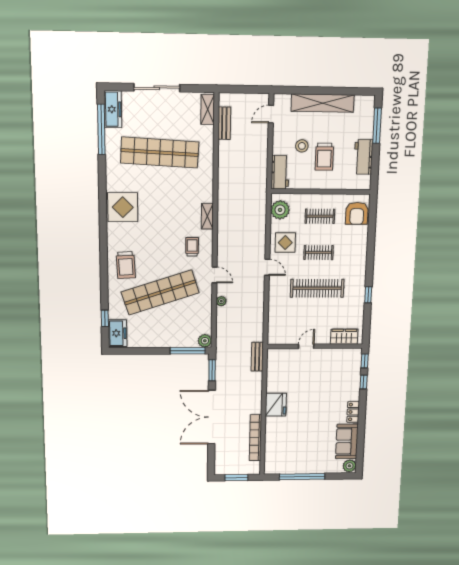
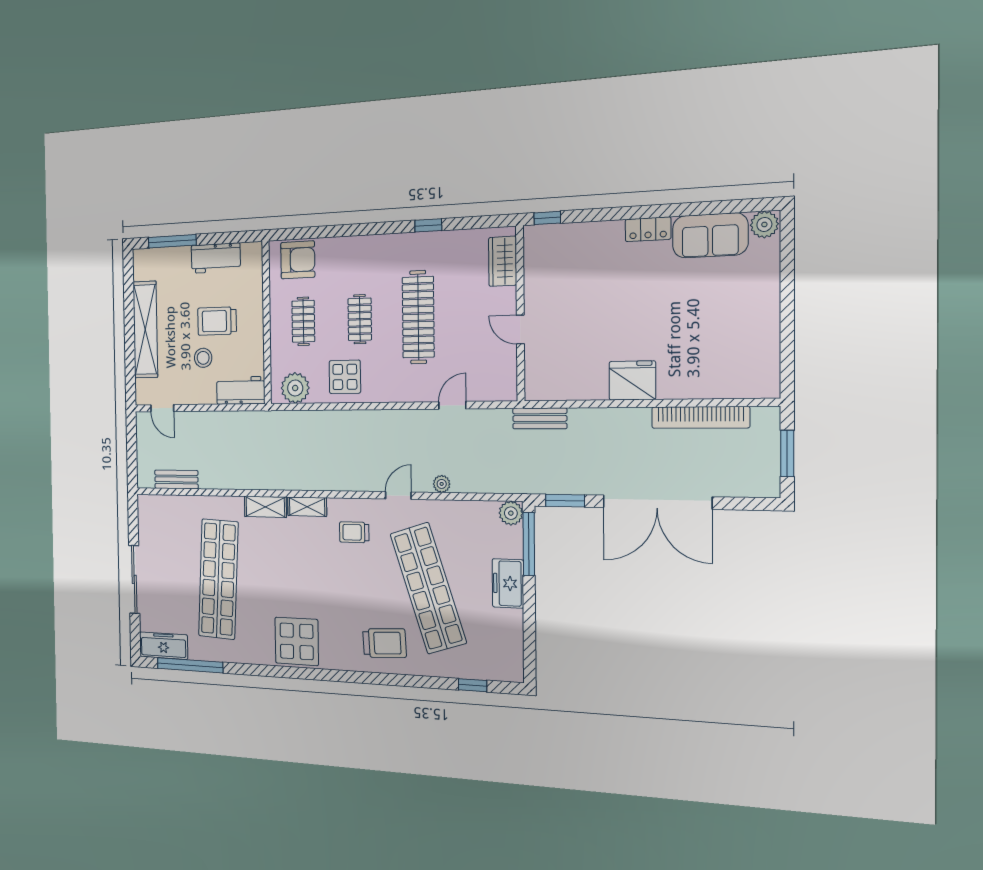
shelving: (208, 109) -> (265, 507), moved
trolley: (324, 157) -> (217, 321), turned 180
door: (267, 267) -> (452, 405), moved
freezer: (118, 333) -> (508, 583), moved, turned -90
window: (364, 382) -> (588, 215), removed
window: (302, 477) -> (787, 320), removed

